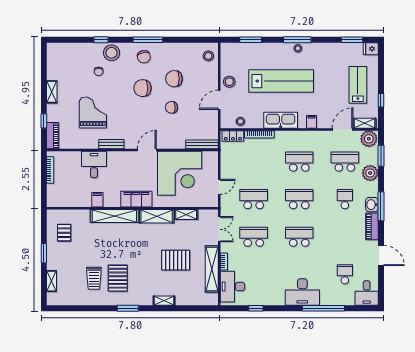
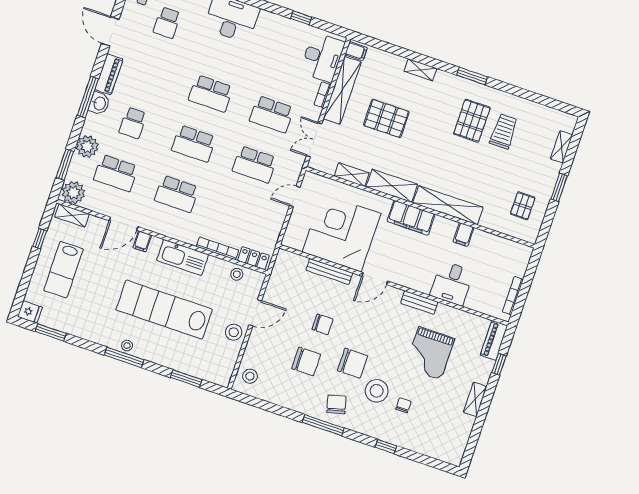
stool: (112, 53) -> (377, 391), moved
door: (343, 129) -> (124, 224), moved
bench: (202, 144) -> (329, 271), moved
filing cabinet: (211, 298) -> (356, 51), added

